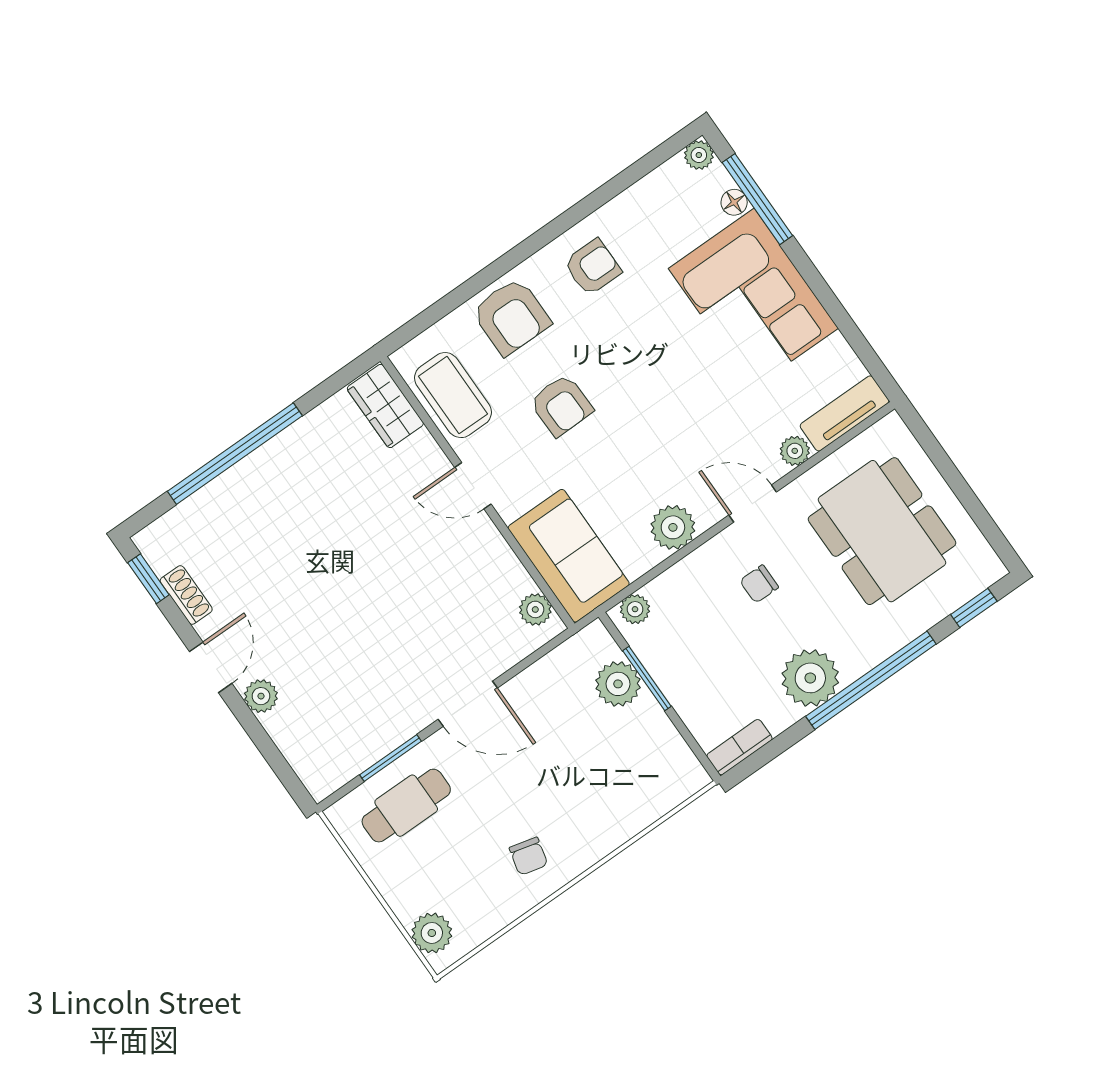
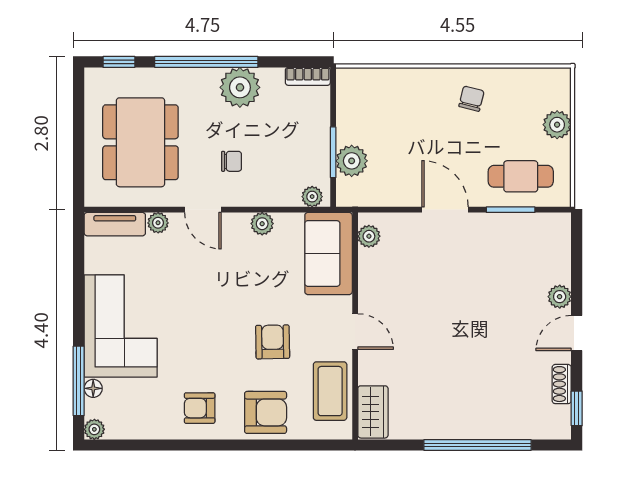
armchair: (511, 317) -> (266, 412), turned 90
plant: (673, 527) -> (262, 224), width x0.73, depth x0.73
plant: (432, 933) -> (557, 125), moved

